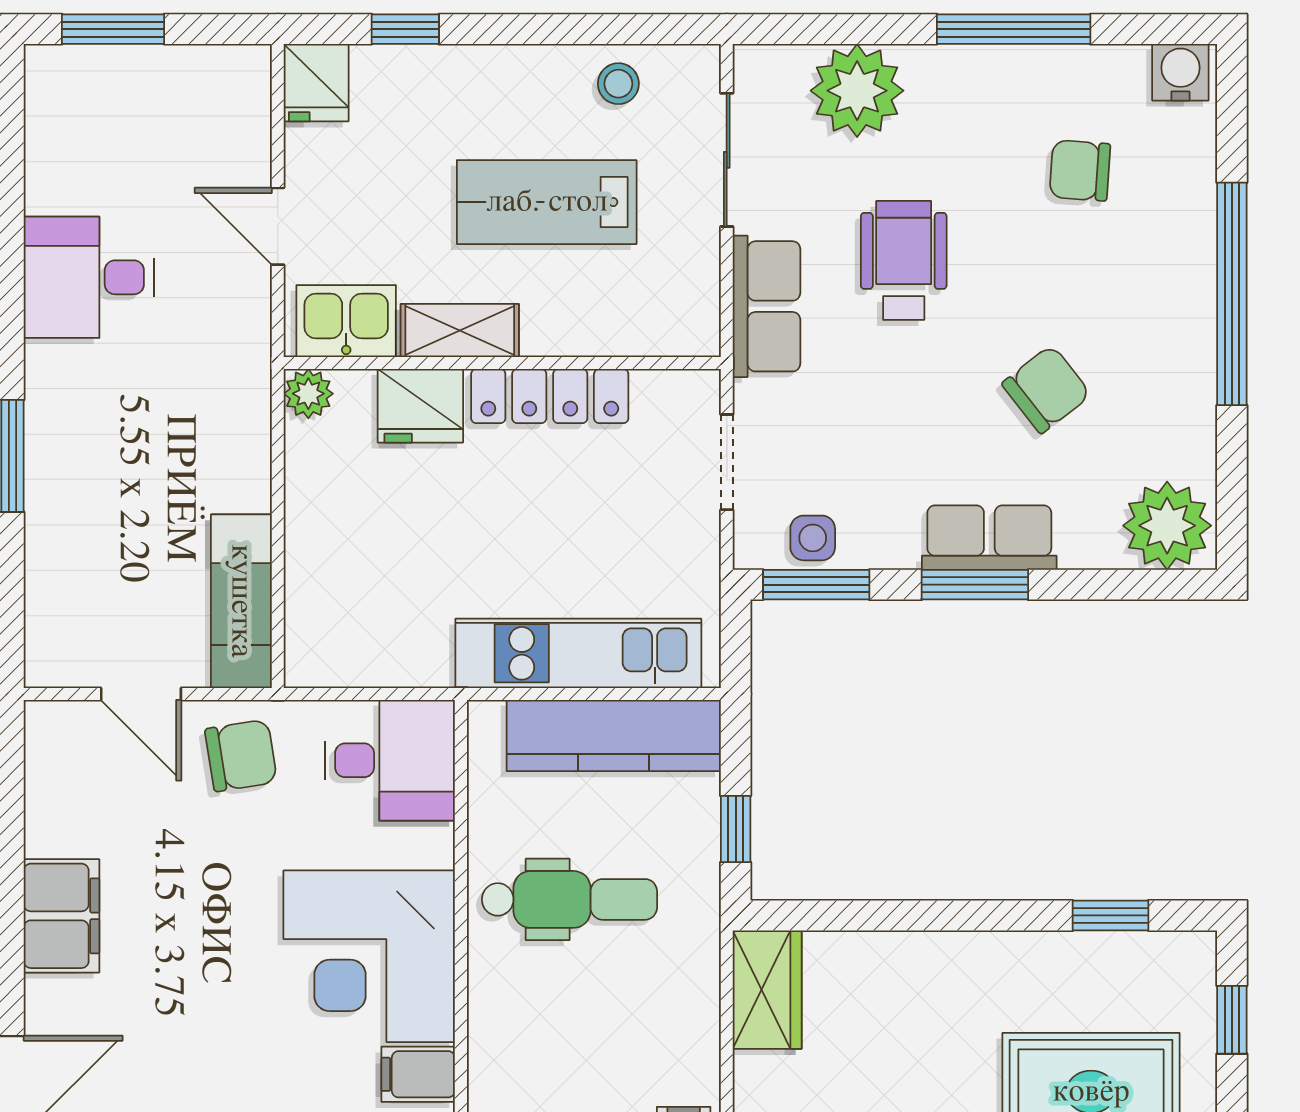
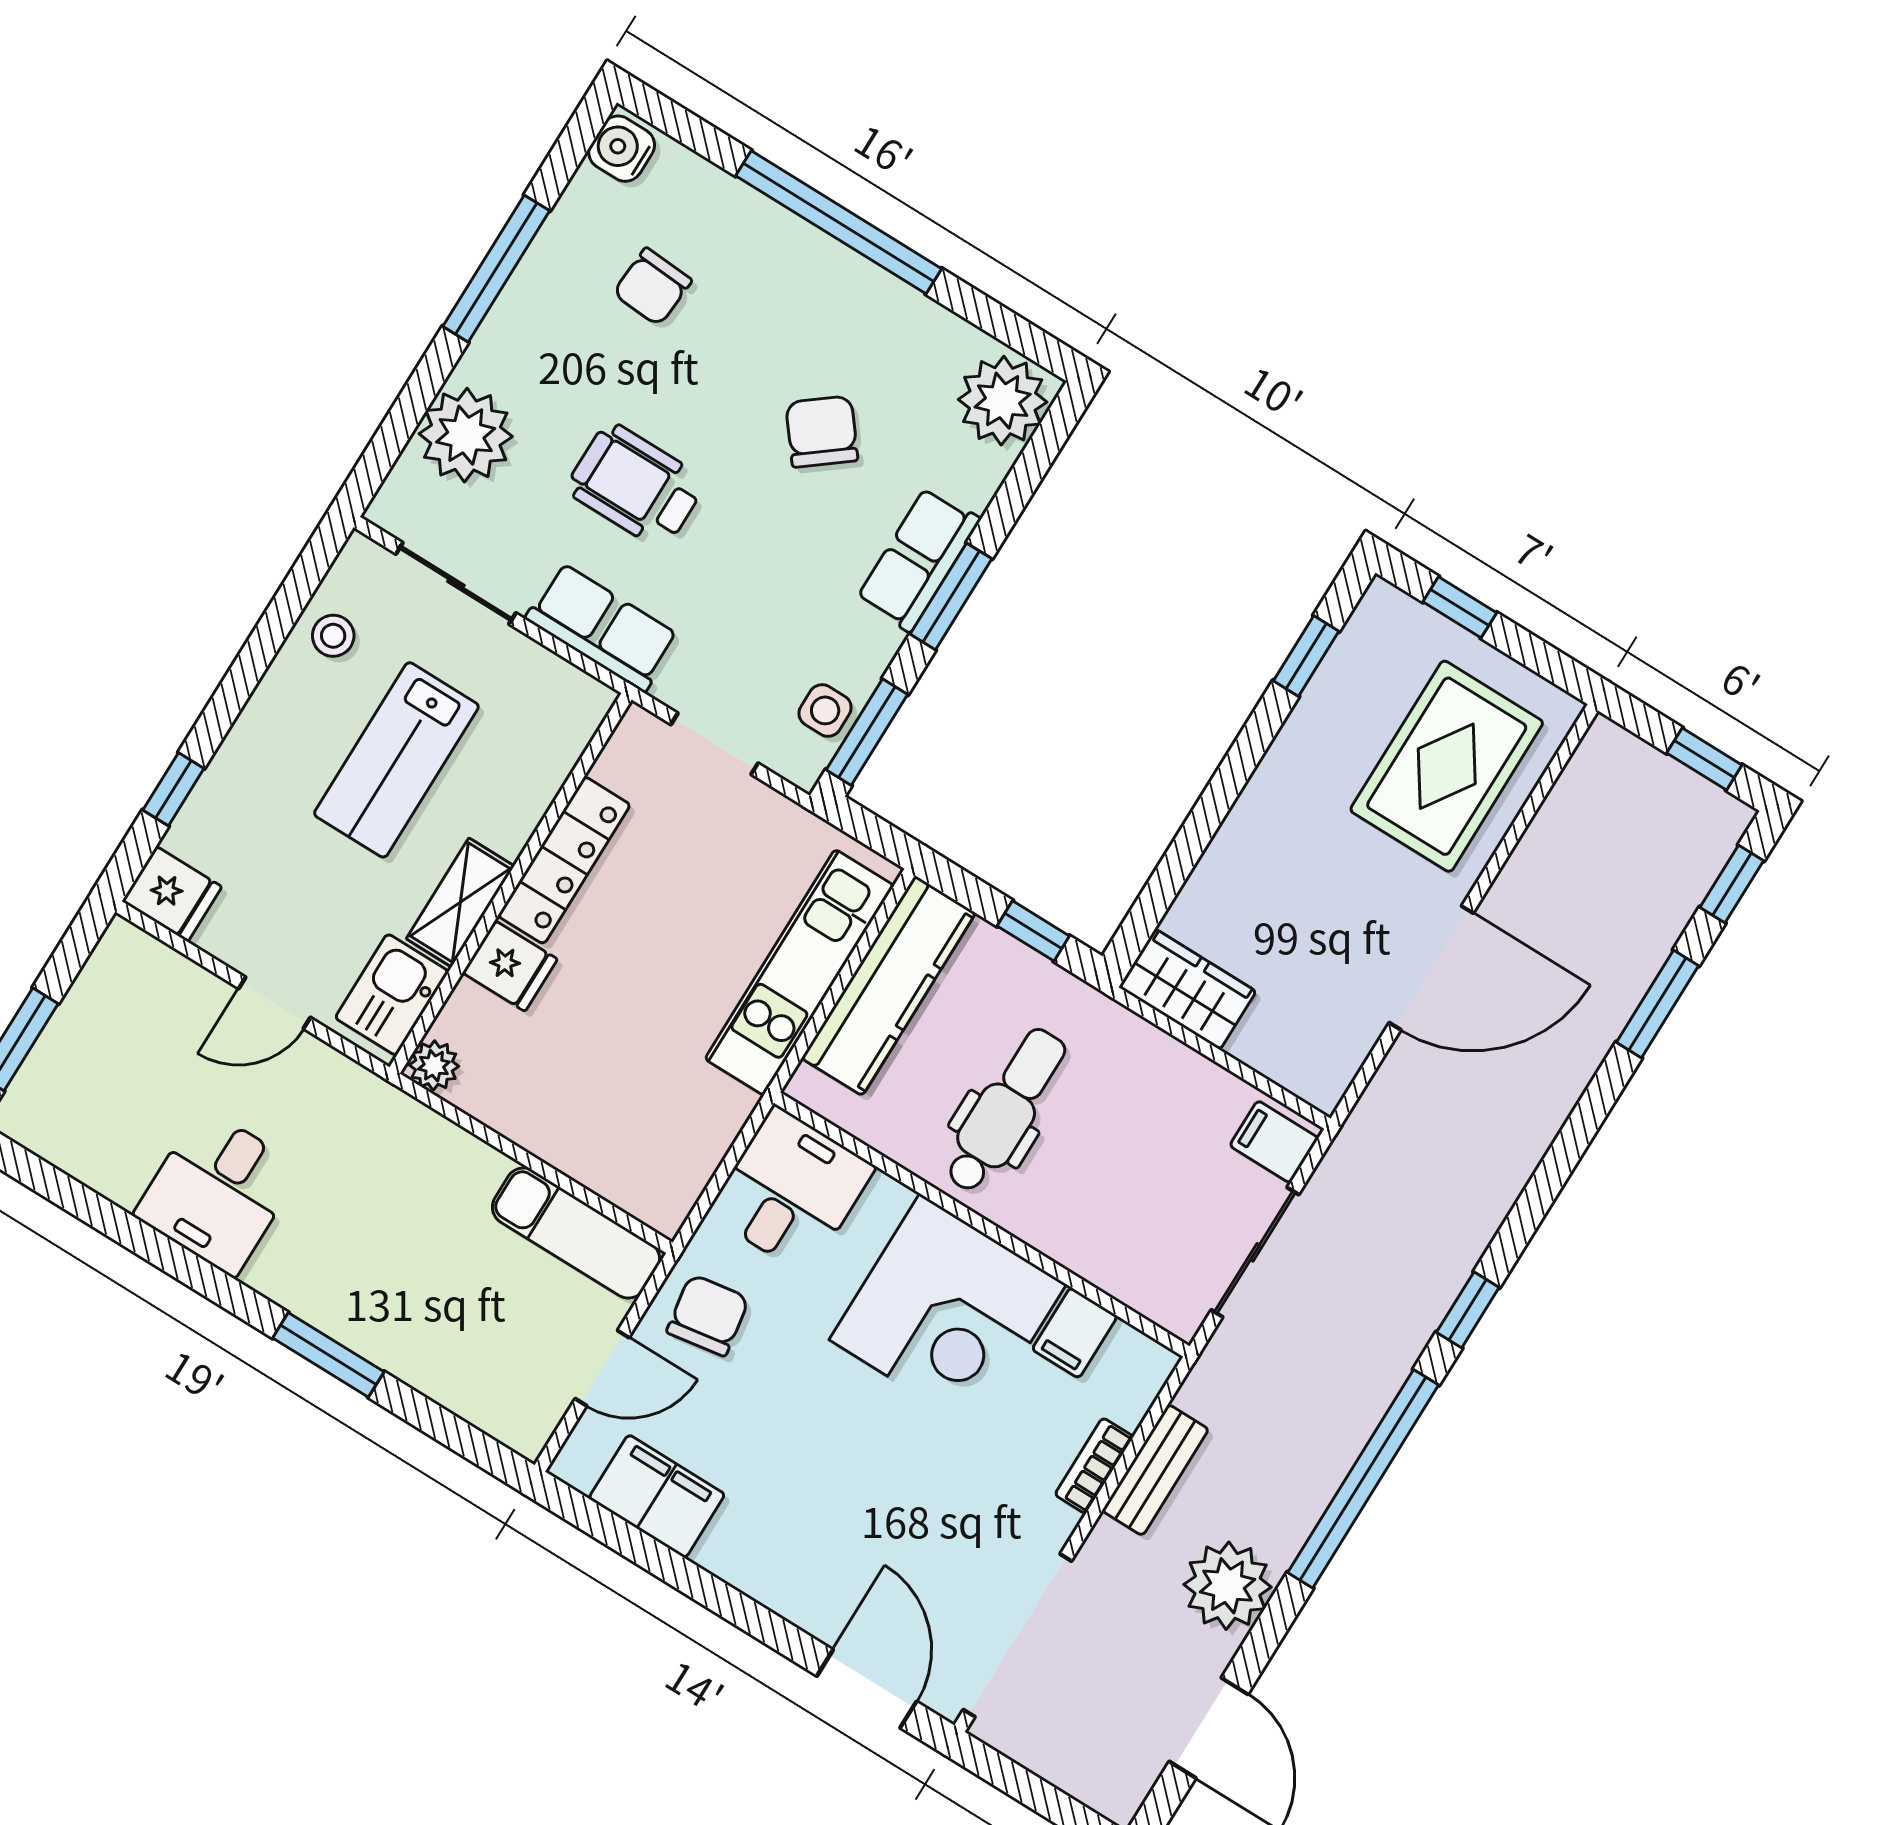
fridge: (420, 406) -> (510, 966), width x0.72
filing cabinet: (61, 916) -> (657, 1496), moved

